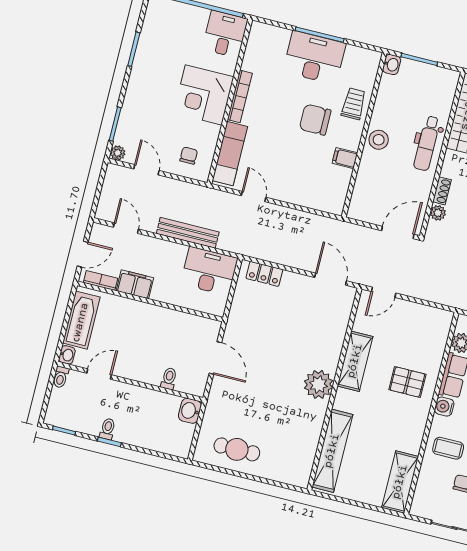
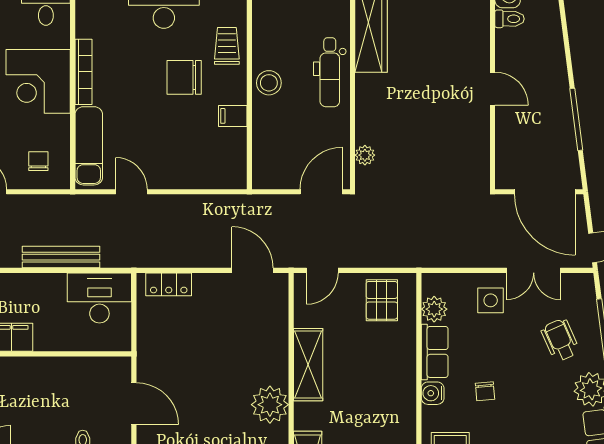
shoe rack: (442, 191) -> (363, 127), removed
pallet: (407, 382) -> (382, 300), moved, turned 90

